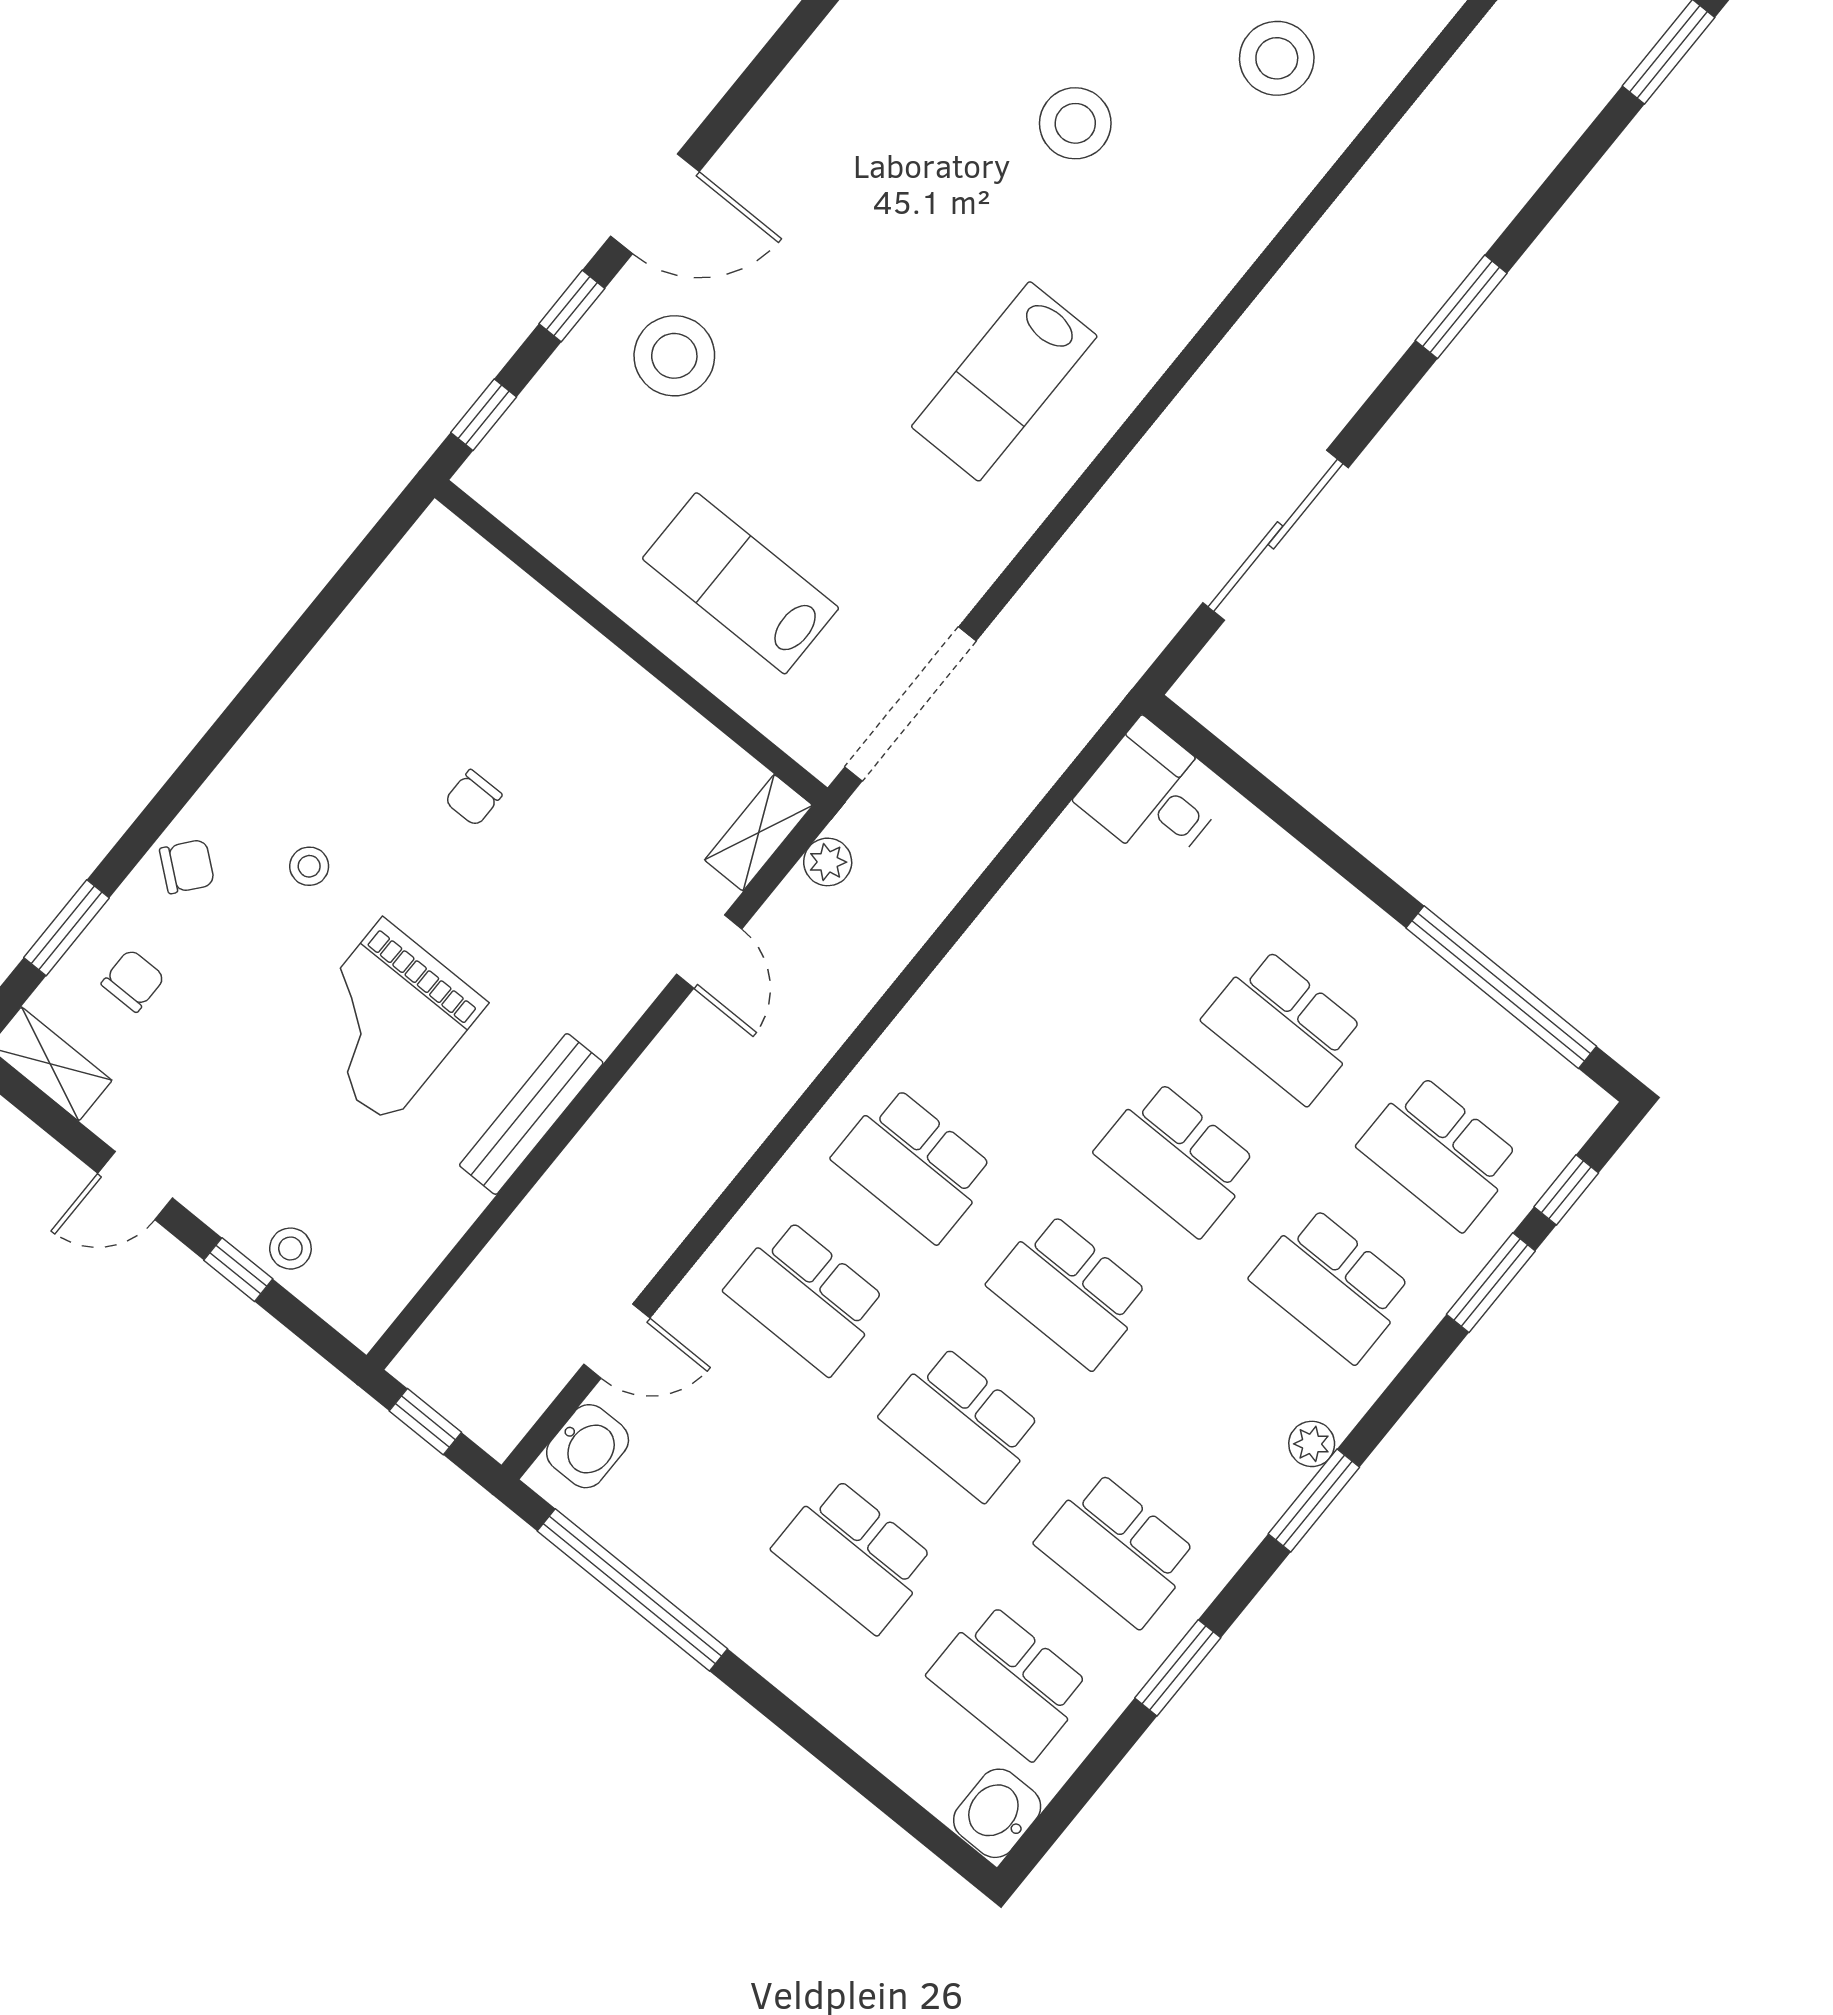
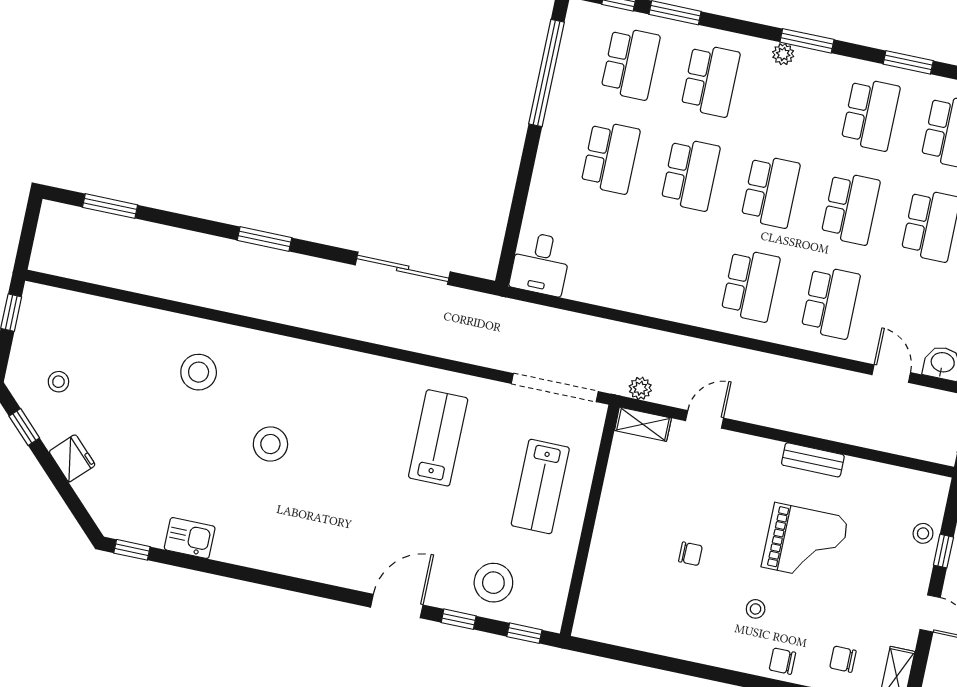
door: (655, 204) -> (397, 606), hinge flipped
stool: (674, 356) -> (493, 583), moved
lab bench: (1004, 381) -> (438, 438), moved, turned -90
chair: (187, 866) -> (782, 661), turned -39
bench: (531, 1114) -> (813, 460), width x0.73

